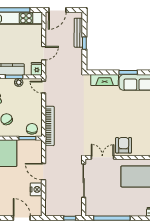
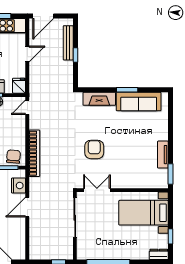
door: (44, 53) -> (27, 54), moved
door: (44, 87) -> (27, 107), hinge flipped
armchair: (124, 145) -> (94, 149), moved
door: (44, 172) -> (27, 207), hinge flipped
nightstand: (36, 189) -> (19, 186), moved

